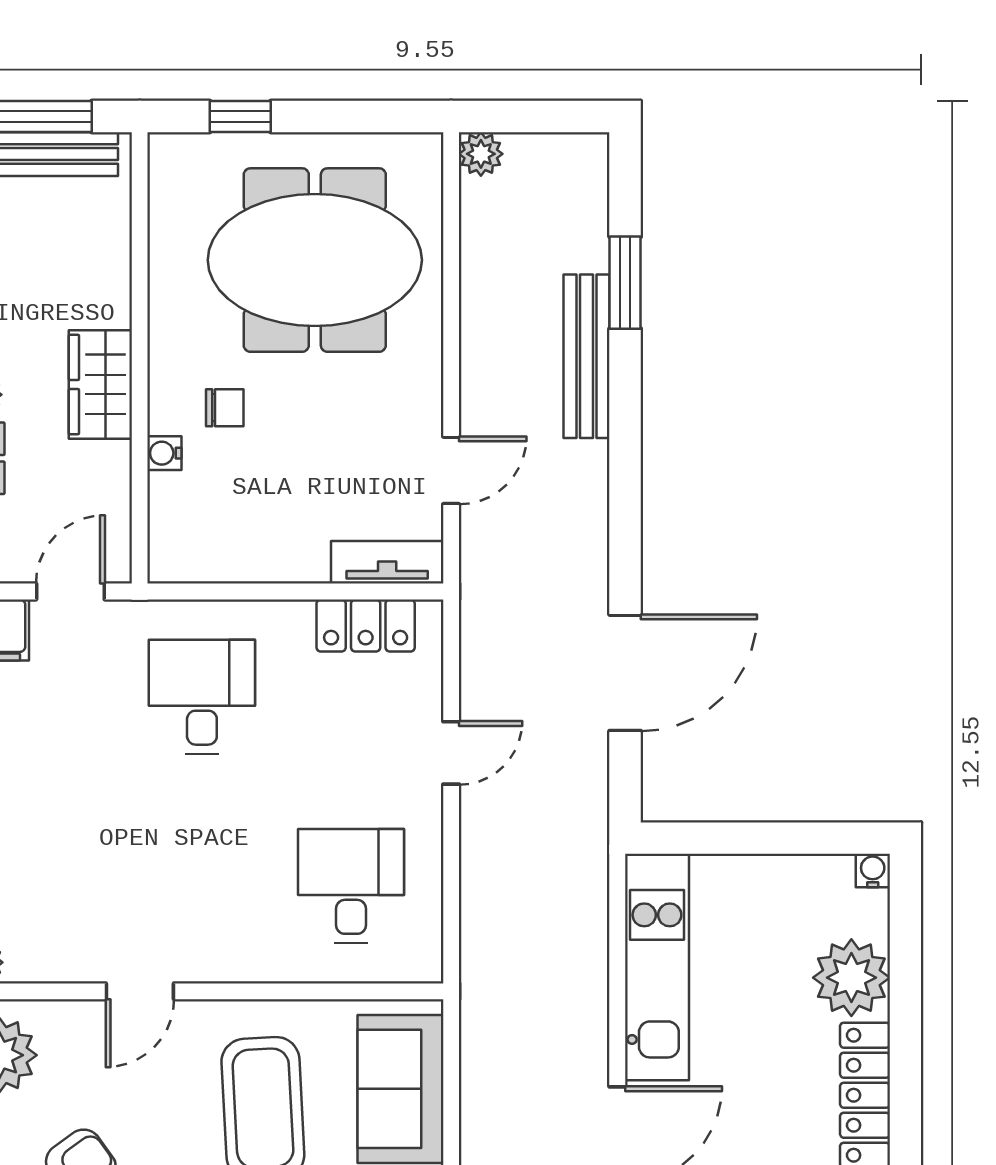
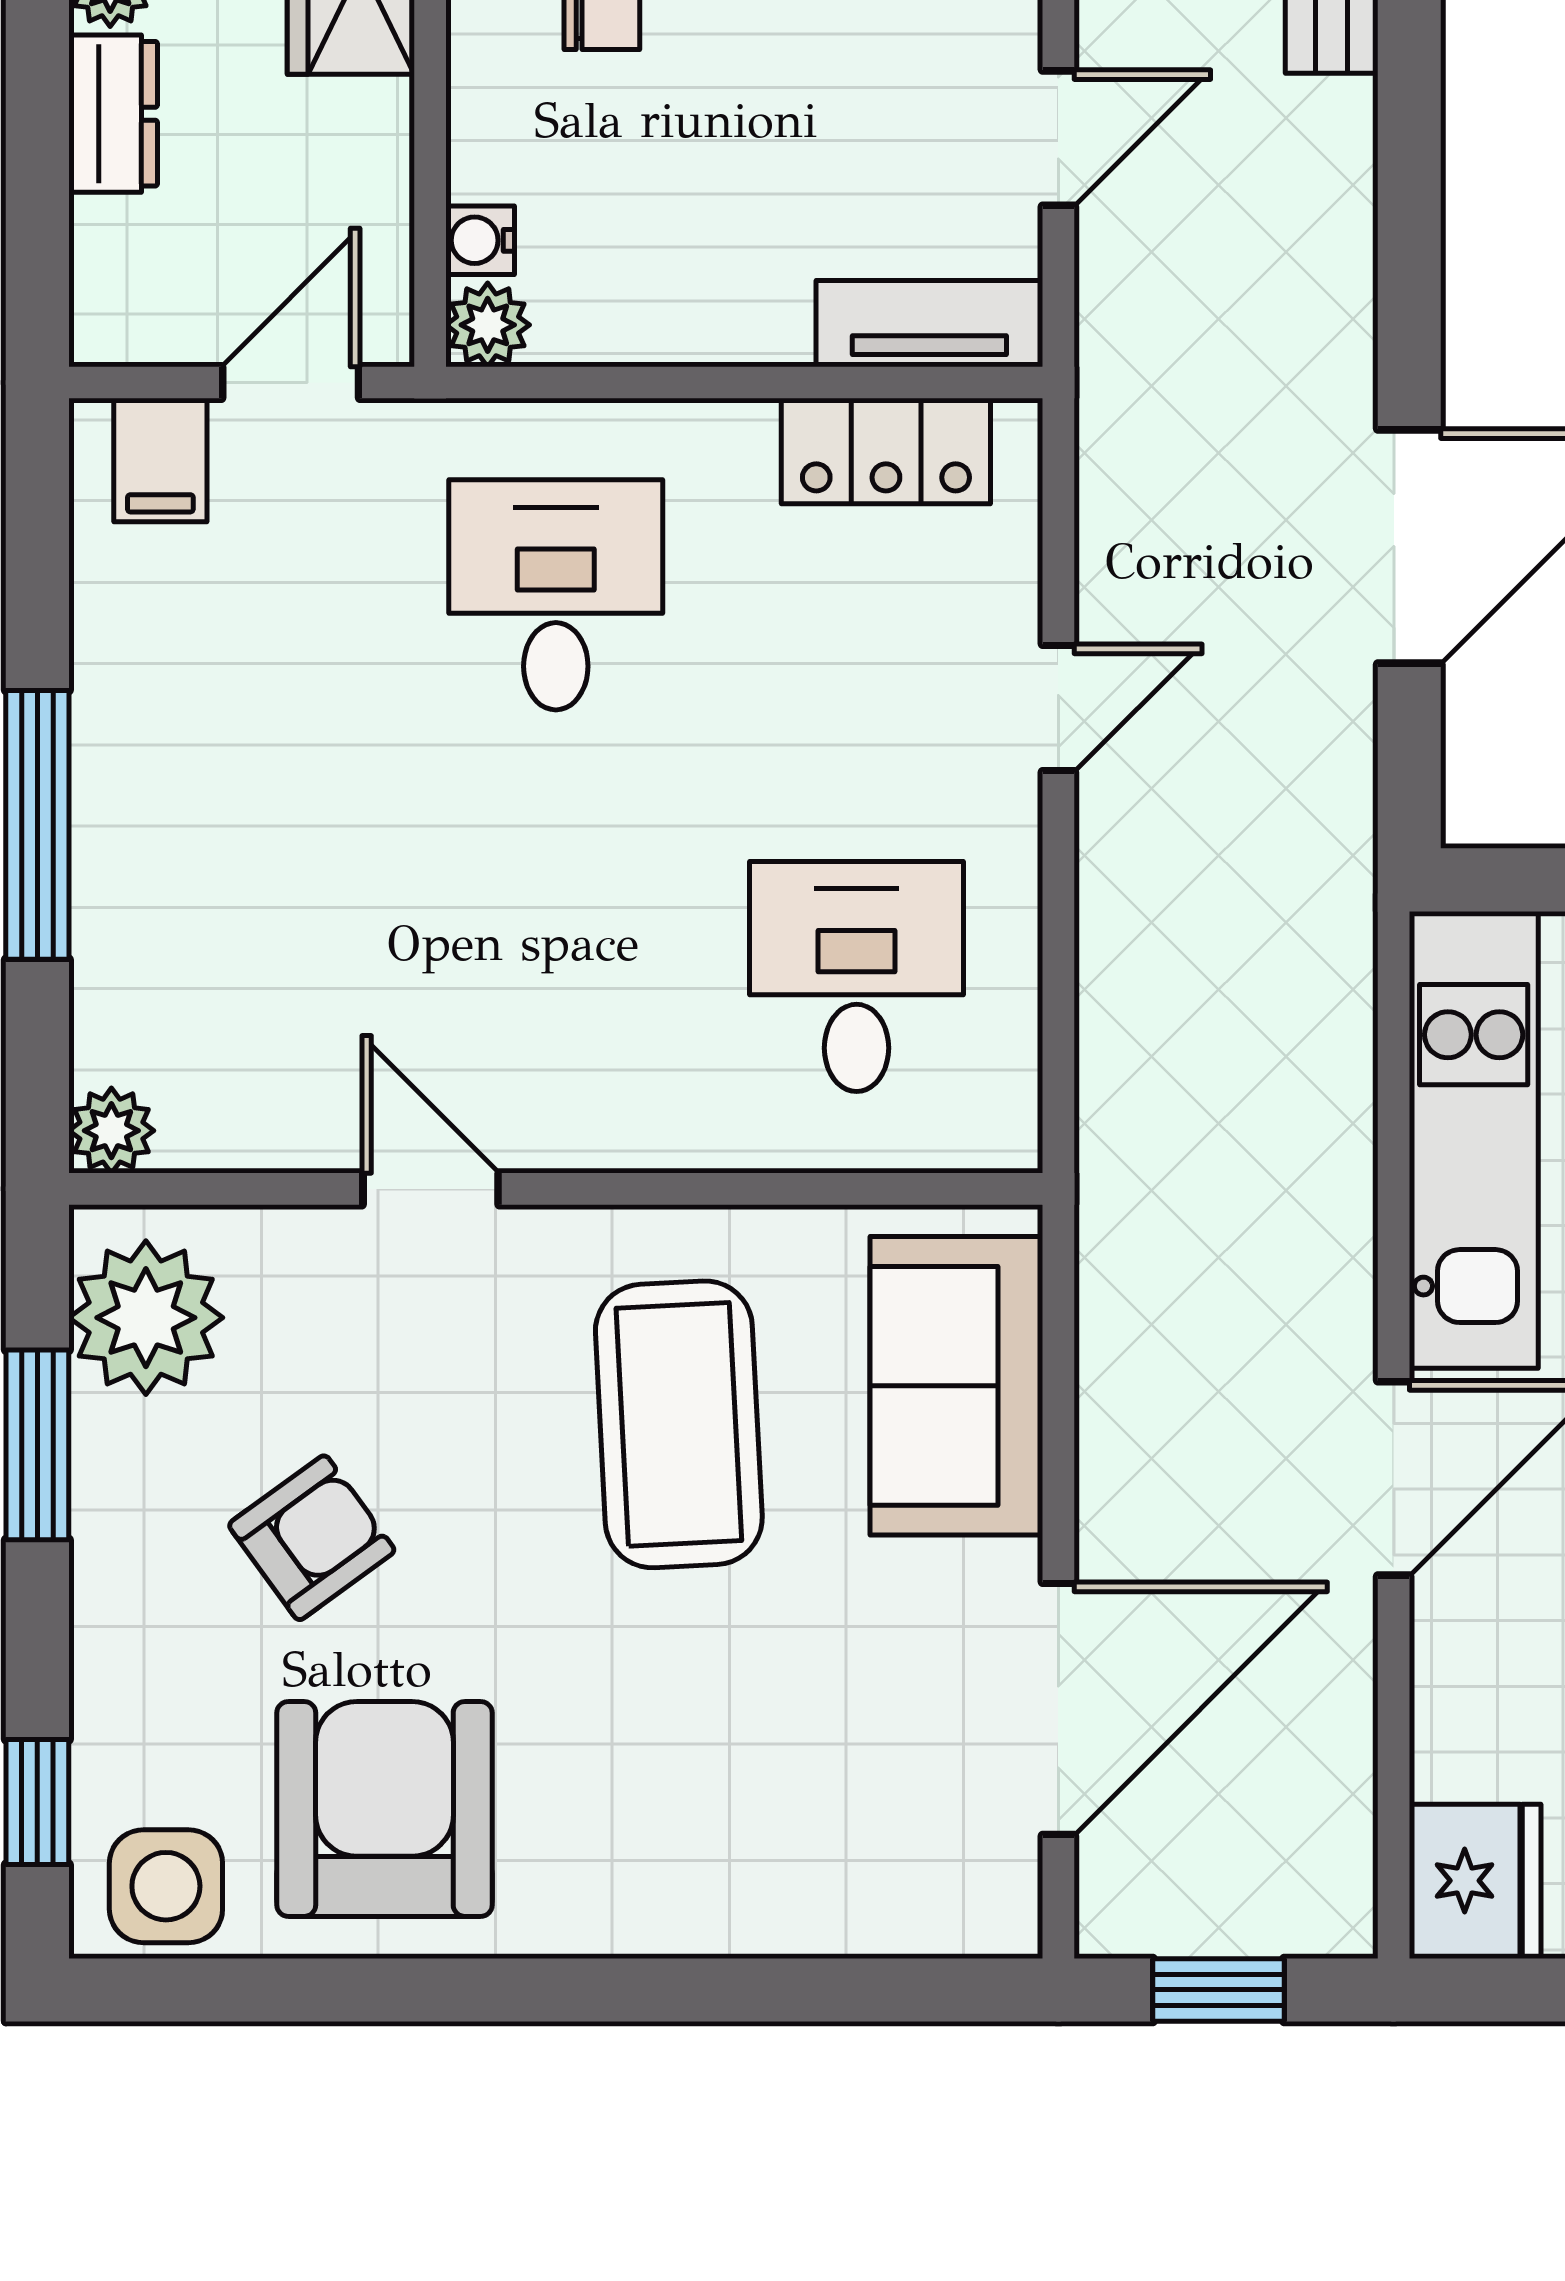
water cooler: (164, 453) -> (480, 240), moved
plant: (168, 563) -> (488, 325), added
door: (140, 991) -> (431, 1189), swing flipped

